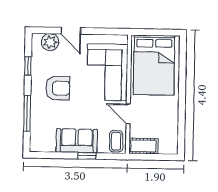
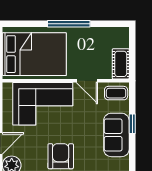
window: (182, 98) -> (69, 24), added
door: (128, 114) -> (87, 81), hinge flipped

